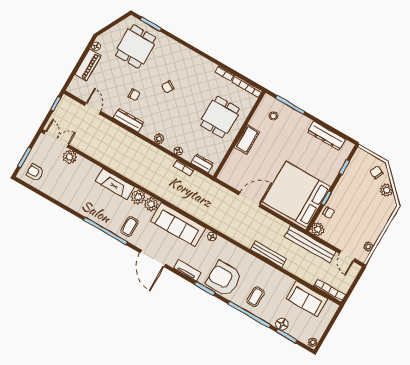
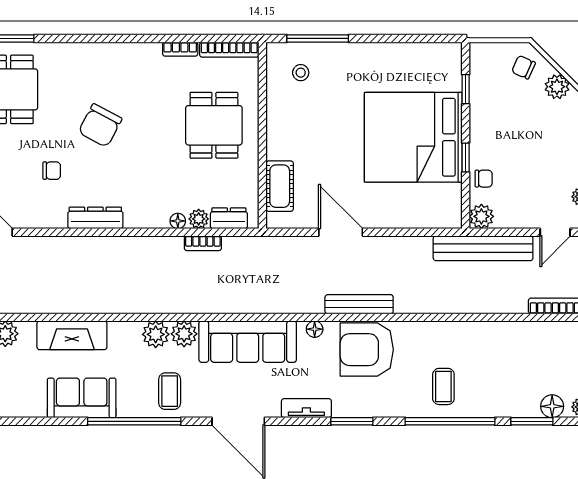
chair: (168, 87) -> (100, 125), width x1.87, depth x1.87
dresser: (128, 120) -> (95, 218), moved
dresser: (326, 136) -> (407, 55), removed
plant: (159, 139) -> (199, 219), moved
cot: (247, 140) -> (280, 186), moved
fireplace: (115, 184) -> (72, 335), moved
bed: (296, 194) -> (413, 137), moved
door: (249, 199) -> (341, 232), hinge flipped
bench: (269, 254) -> (359, 304), moved
door: (347, 256) -> (555, 232), hinge flipped
armchair: (224, 279) -> (367, 350), moved
sofa: (307, 299) -> (82, 398), moved, turned 180
floor lamp: (282, 324) -> (552, 406), moved

